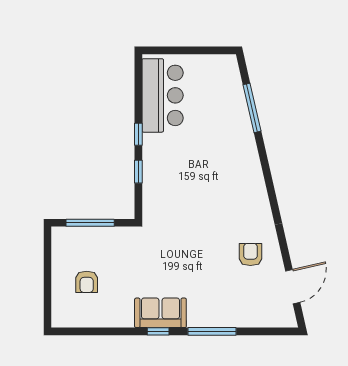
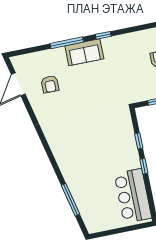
armchair: (250, 254) -> (50, 84), moved
sofa: (160, 313) -> (84, 52), moved

